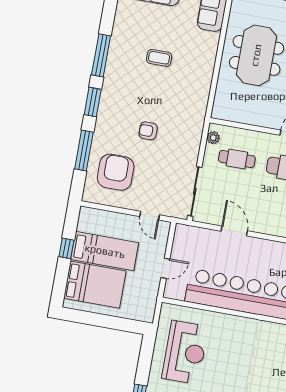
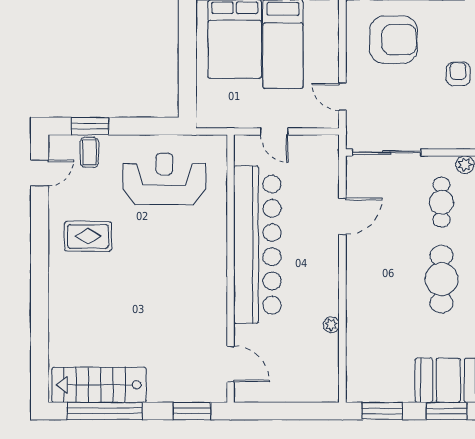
door: (150, 216) -> (342, 97), hinge flipped
reception desk: (185, 352) -> (164, 179), turned 180

